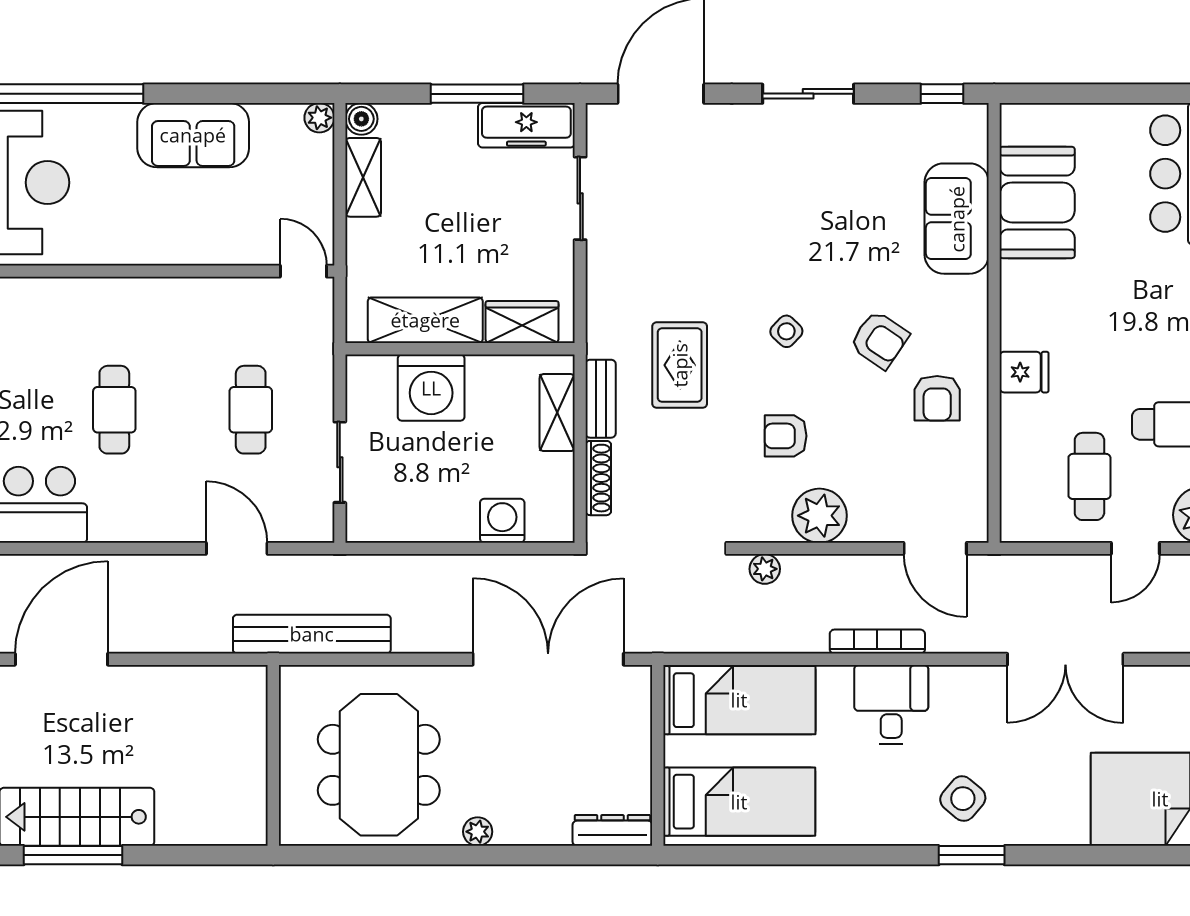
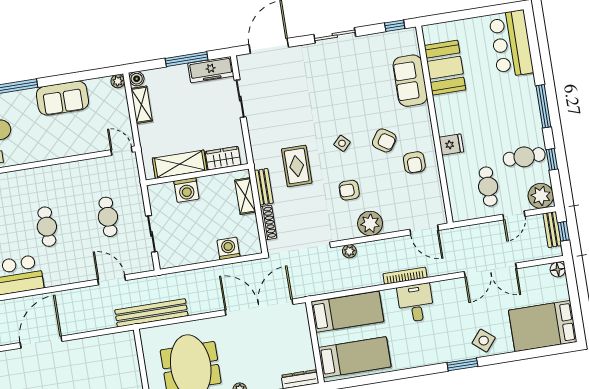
washing machine: (431, 388) -> (186, 190), width x0.73, depth x0.73
side table: (963, 799) -> (484, 341), moved

